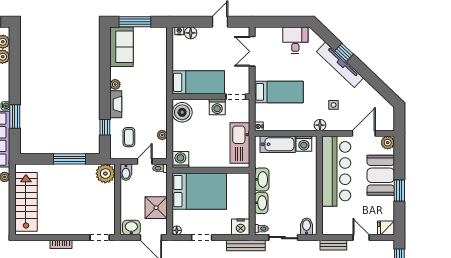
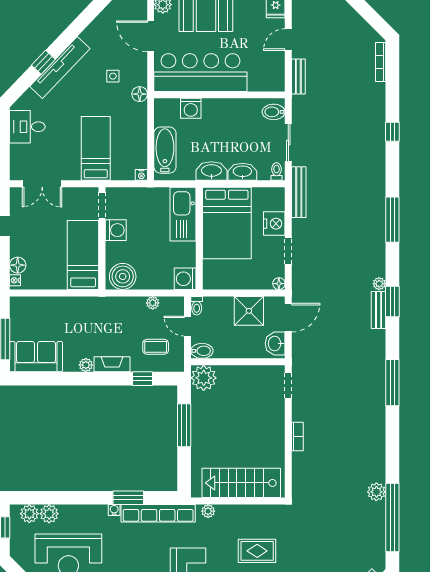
kitchen sink: (240, 143) -> (183, 214), moved, turned 90
washing machine: (304, 144) -> (191, 108), moved, turned 90
bed: (199, 191) -> (227, 223), moved, turned 180
nightstand: (241, 227) -> (274, 224), moved

